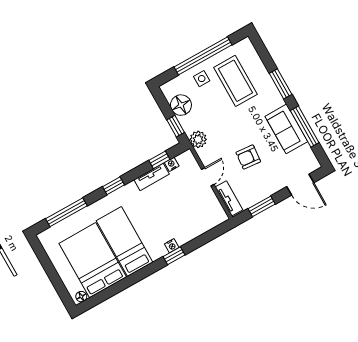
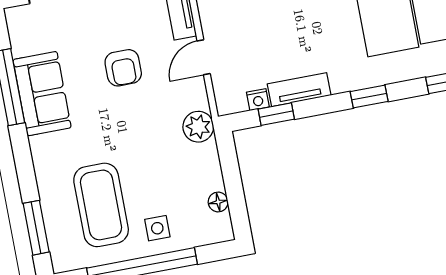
window: (281, 84) -> (36, 228), moved
floor lamp: (181, 105) -> (218, 202), width x0.53, depth x0.53
window: (176, 126) -> (229, 162), removed
armchair: (248, 157) -> (123, 68), turned 85

